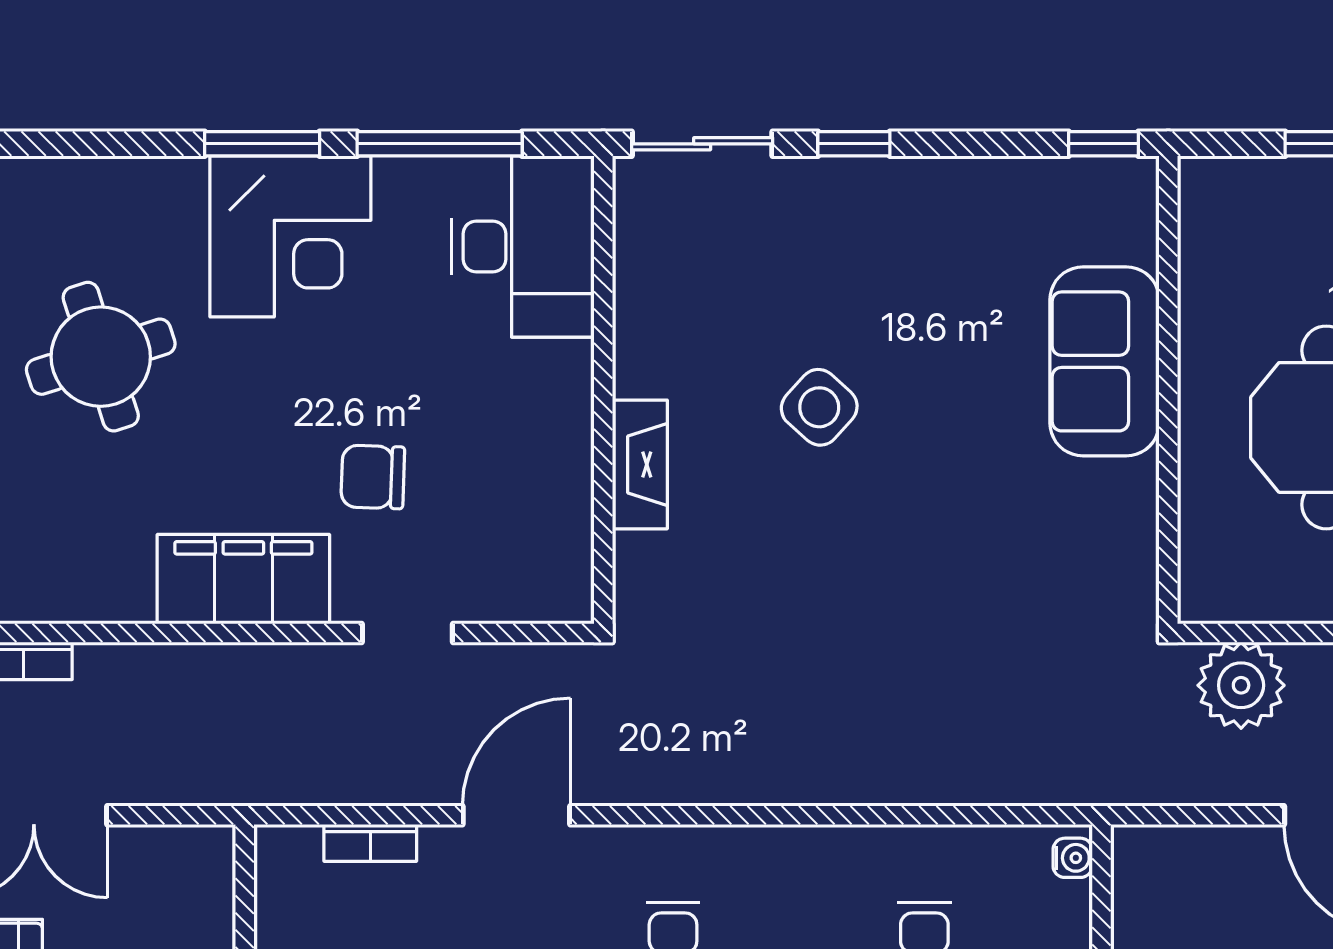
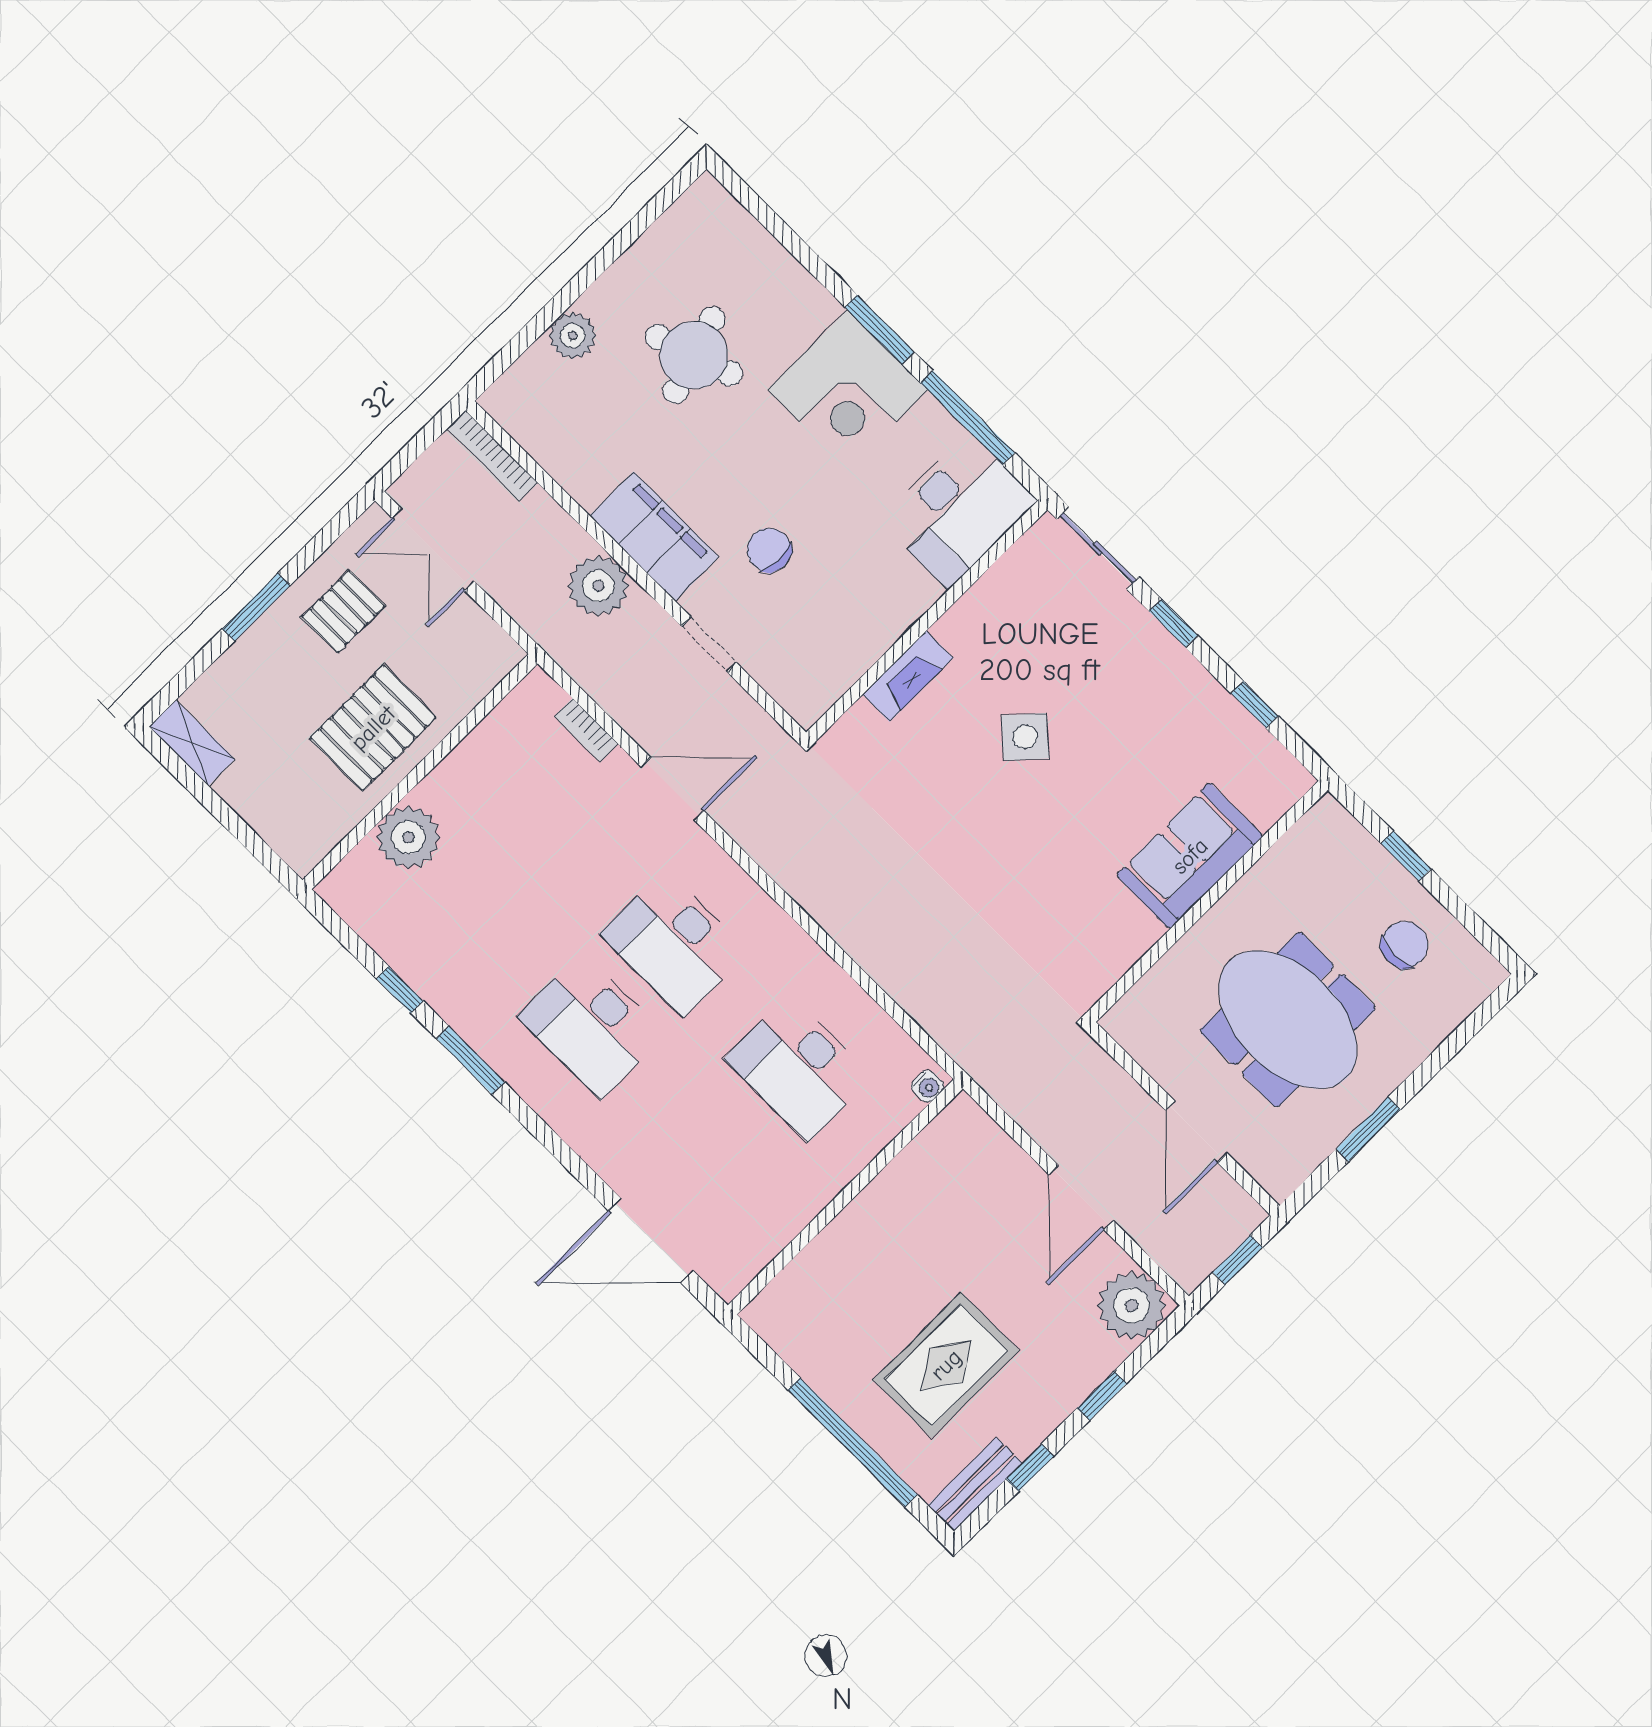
window: (1104, 144) -> (1255, 705), moved
plant: (1241, 685) -> (598, 586), moved

